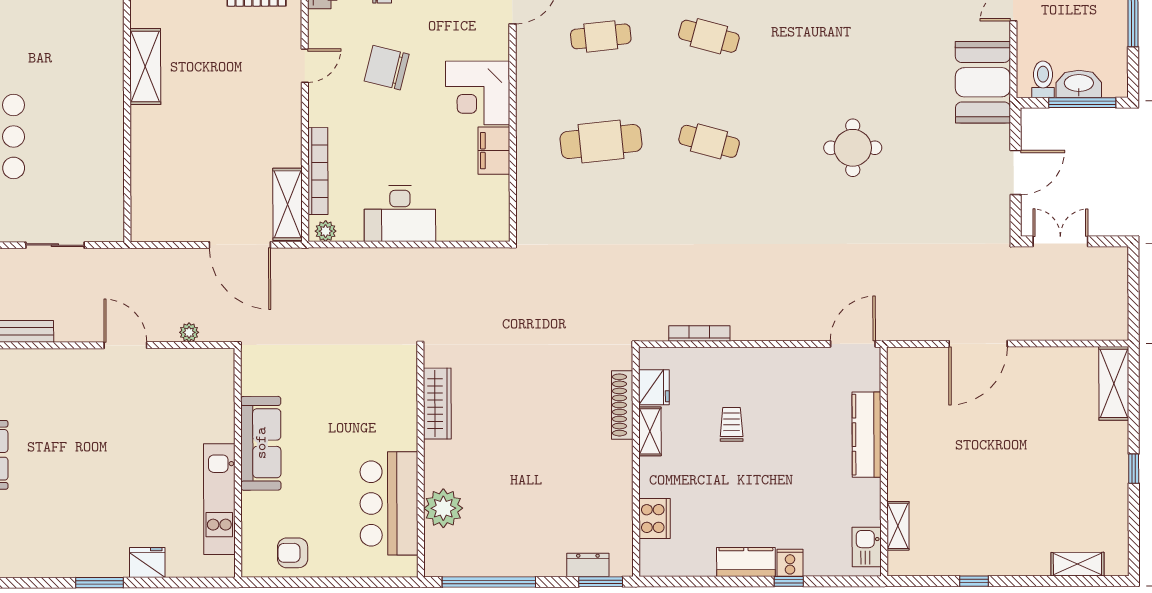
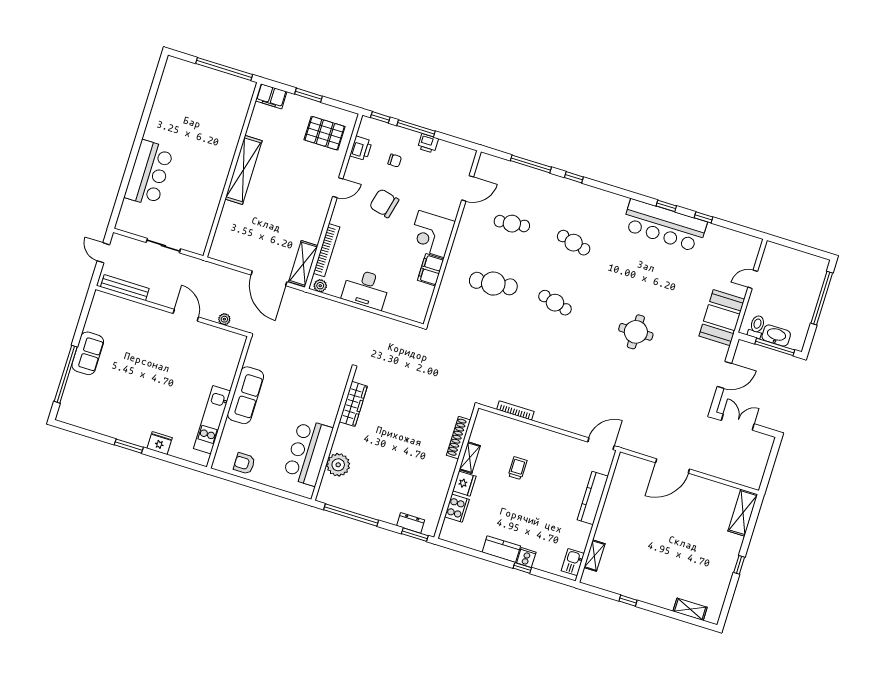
shelving: (145, 66) -> (243, 170), width x1.47
fridge: (654, 387) -> (464, 484), moved

